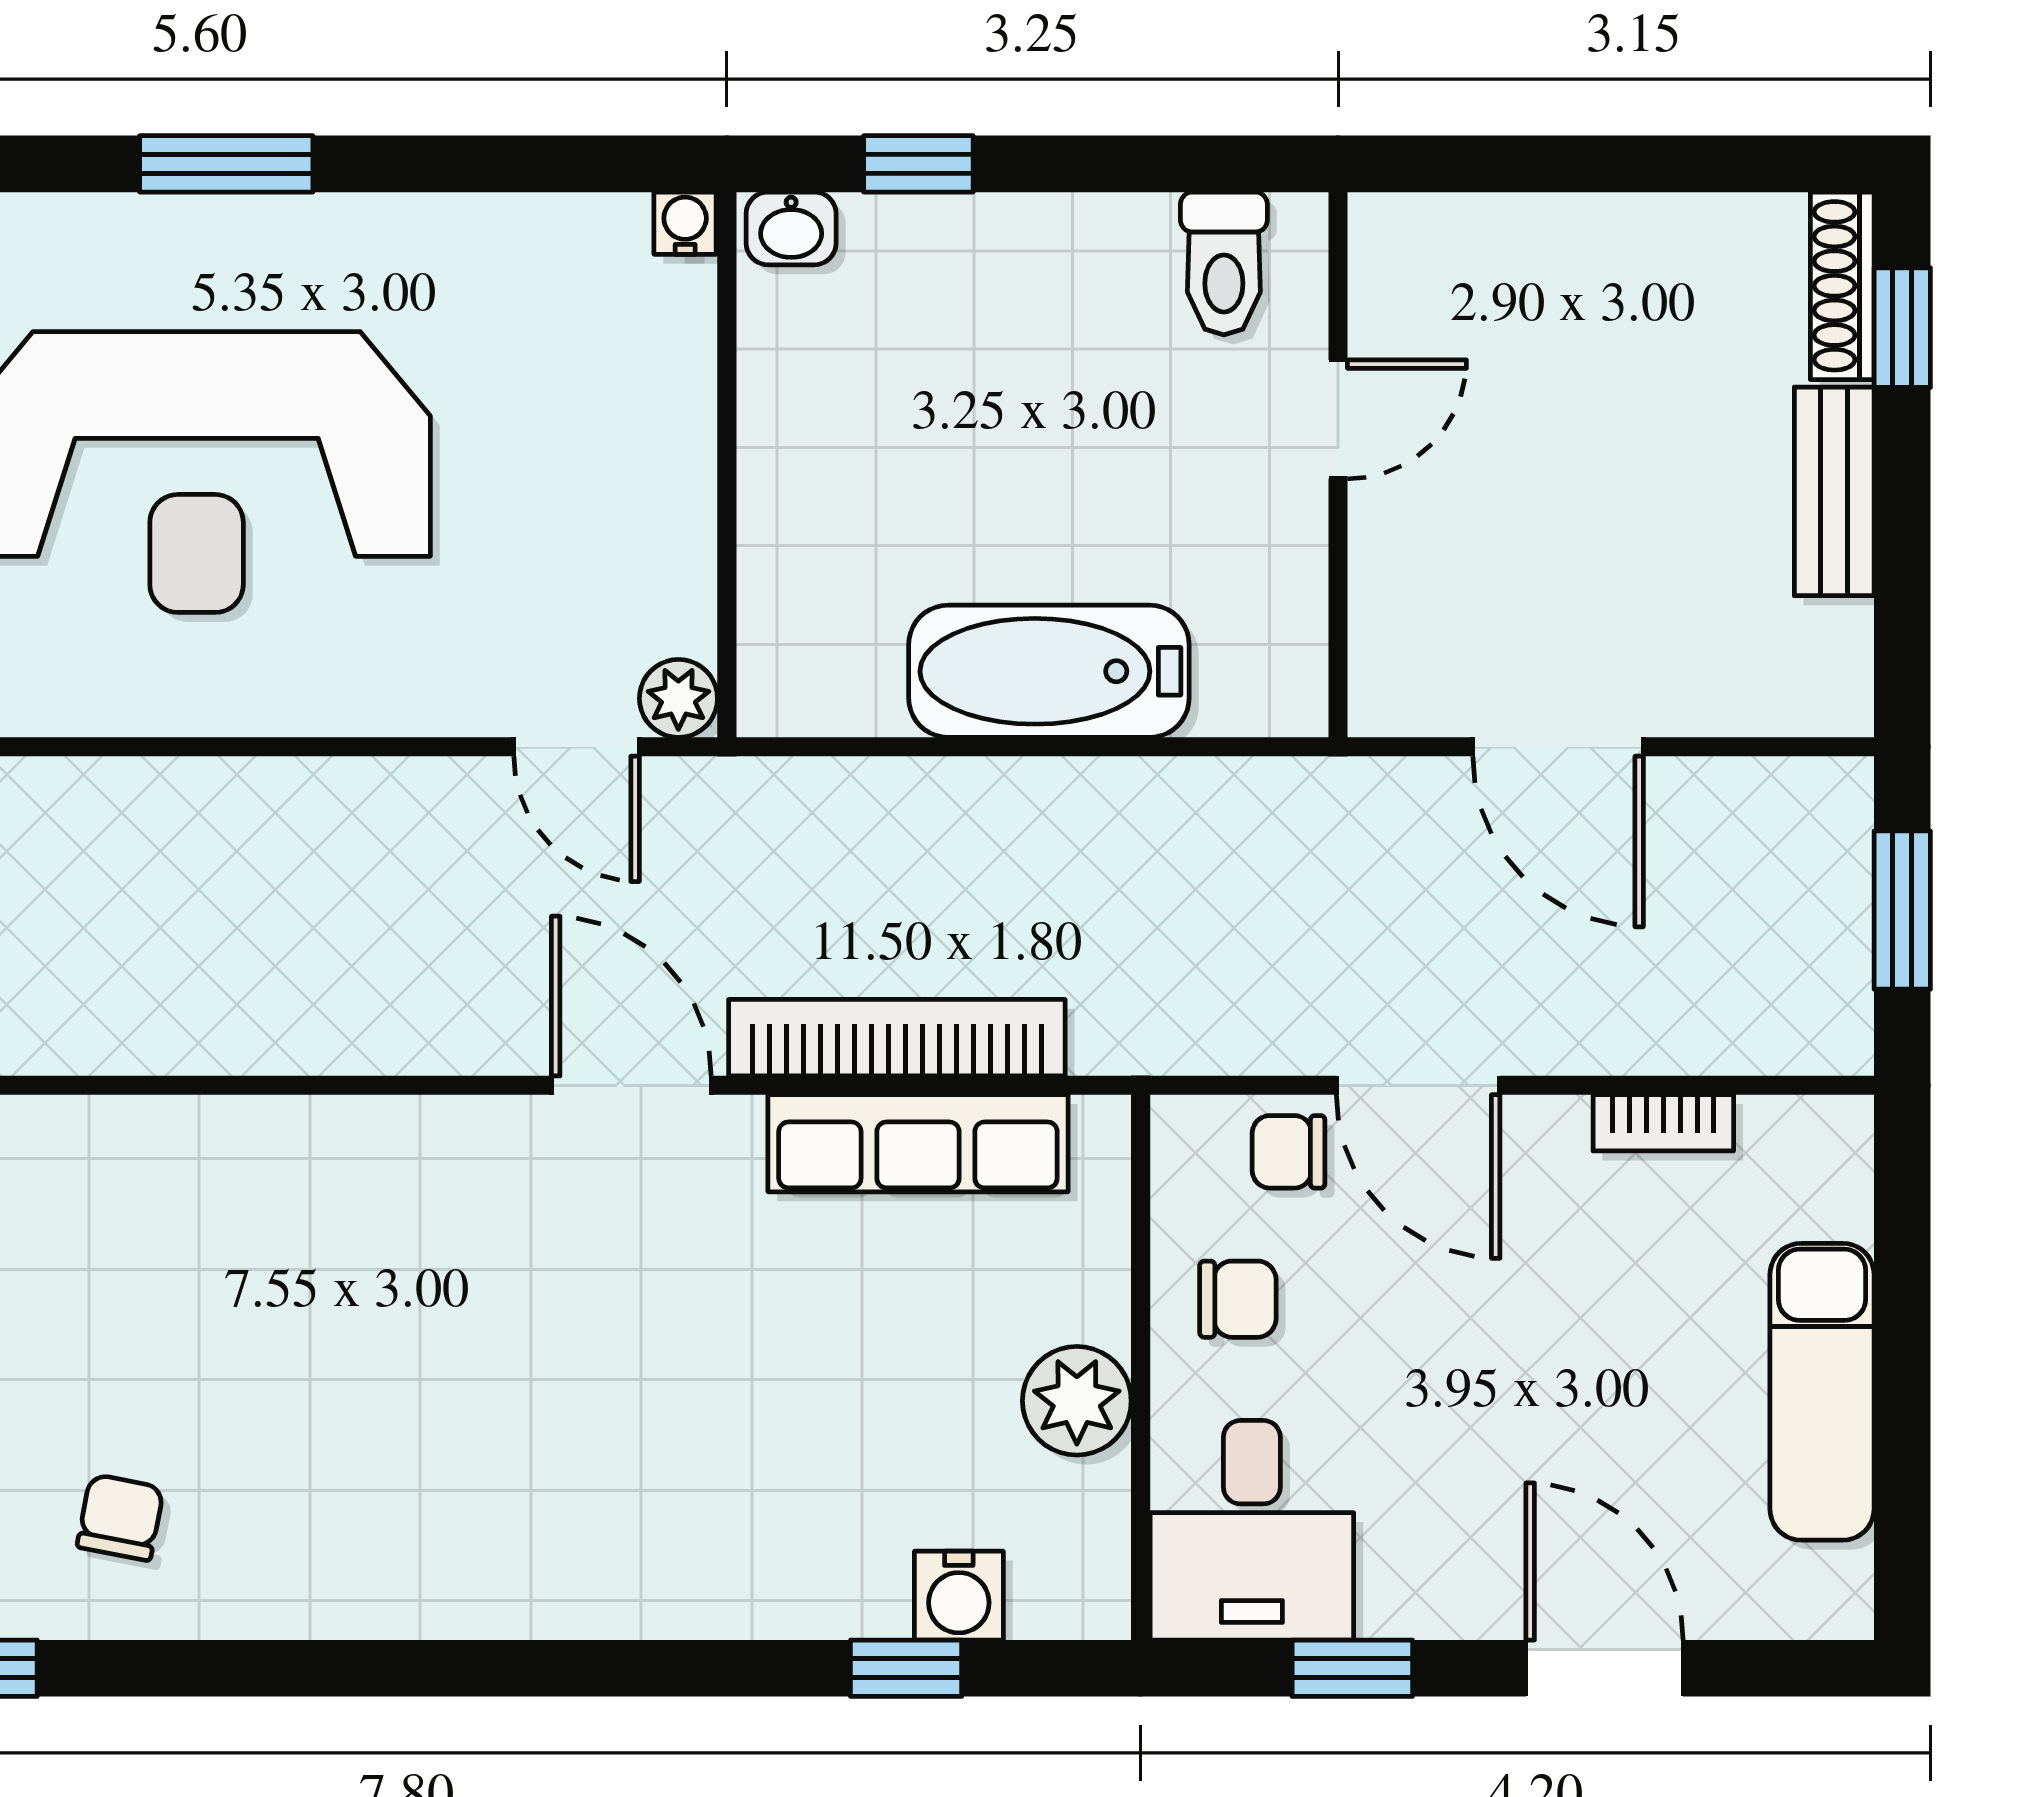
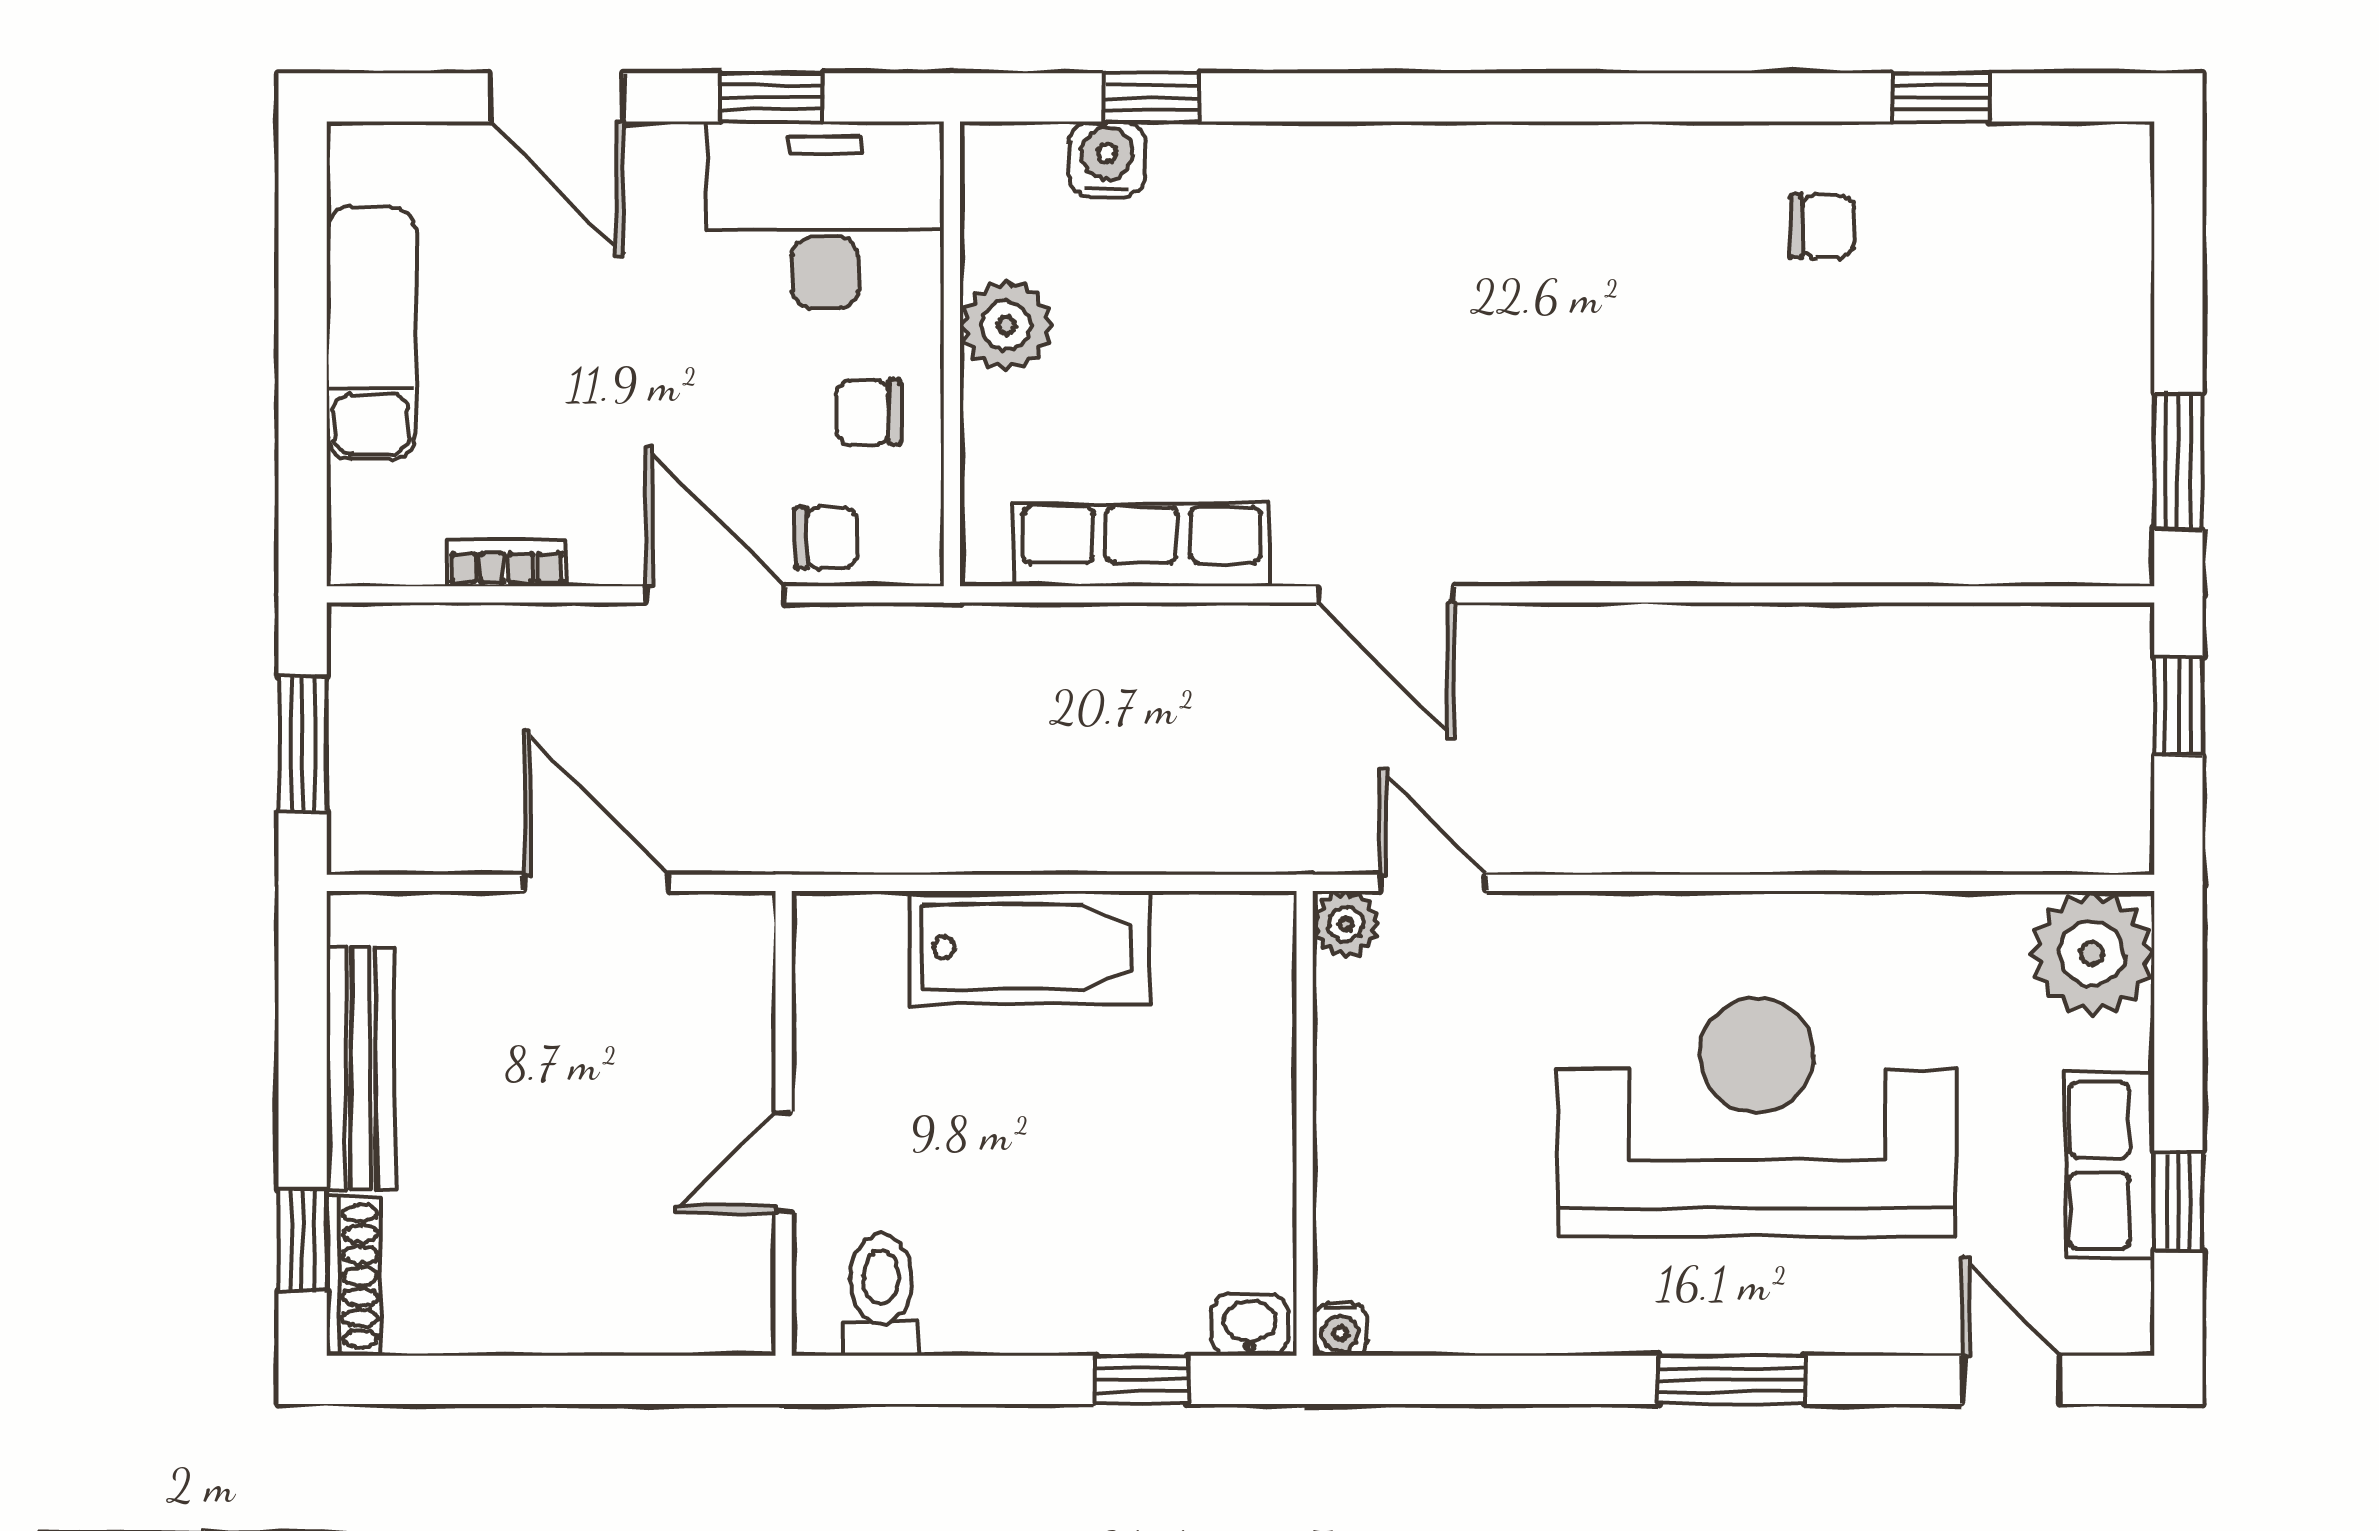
bench: (1834, 491) -> (361, 1068), width x1.36
bookcase: (897, 1038) -> (1160, 635), removed
chair: (120, 1517) -> (1822, 226), turned -101
desk: (1252, 1530) -> (825, 215), width x1.37

